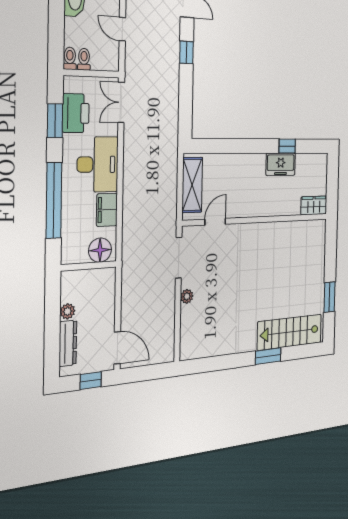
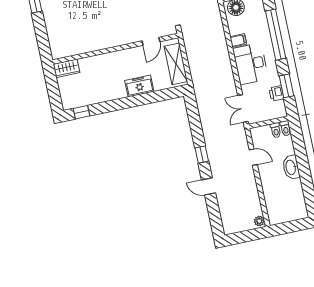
double door: (121, 102) -> (243, 108), swing flipped
printer: (76, 113) -> (276, 93), width x0.53, depth x0.68
window: (287, 146) -> (81, 112), moved
freezer: (281, 164) -> (139, 86), moved
filing cabinet: (107, 210) -> (238, 40), width x0.50

